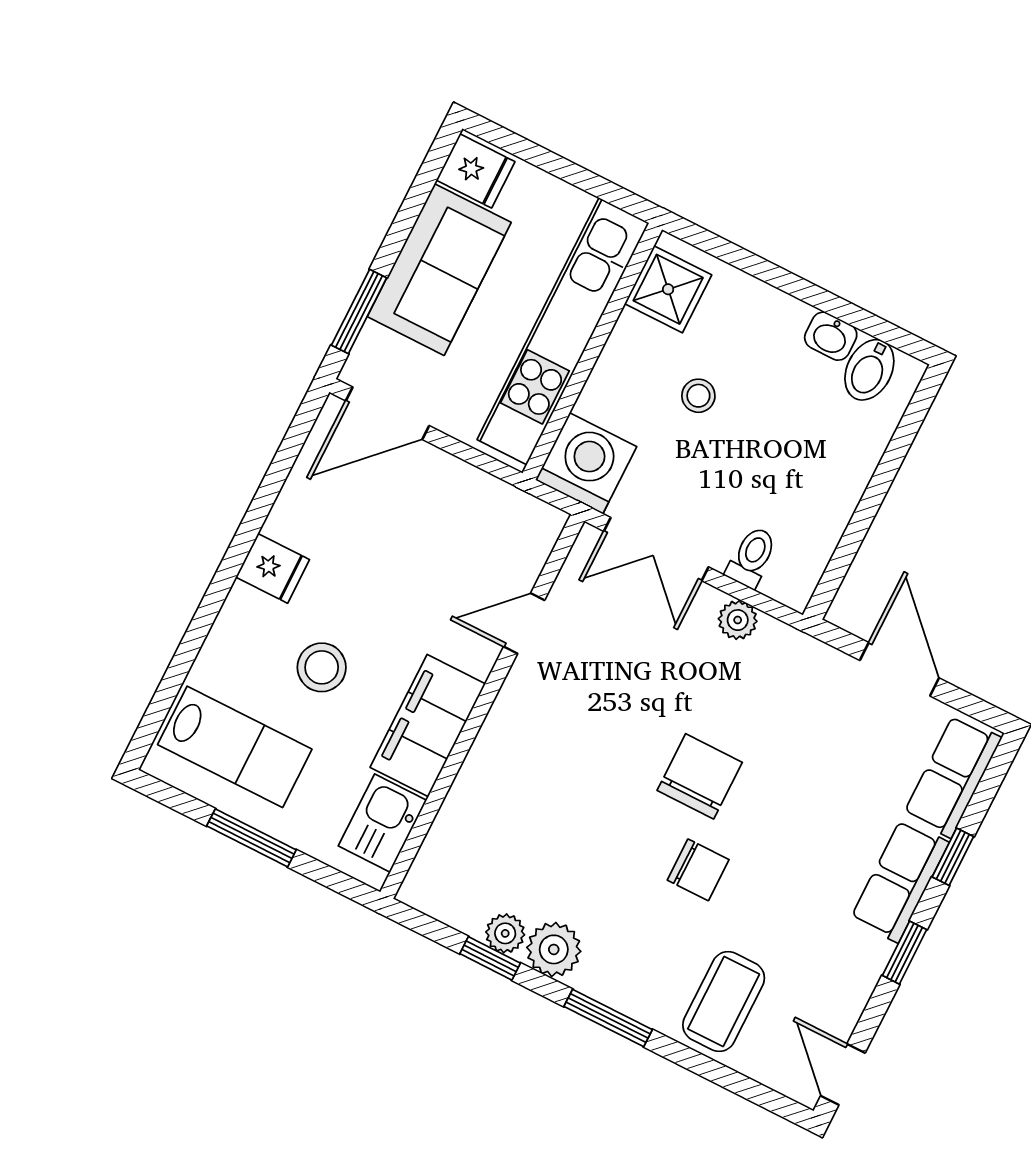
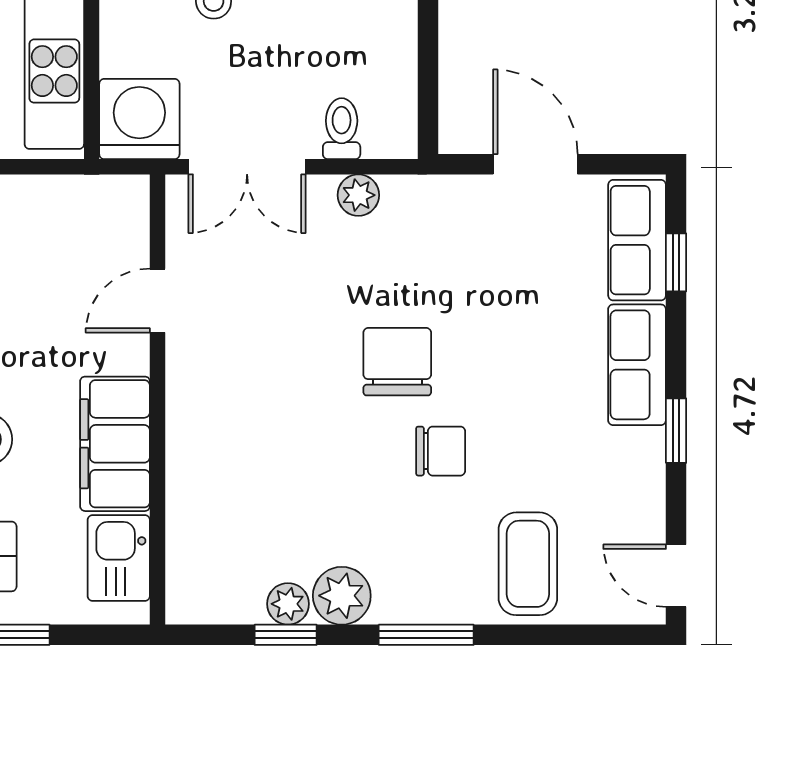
window: (953, 857) -> (676, 262), moved

